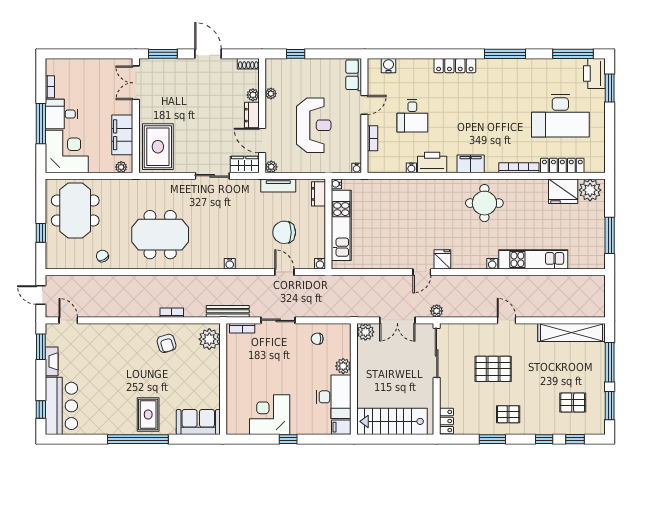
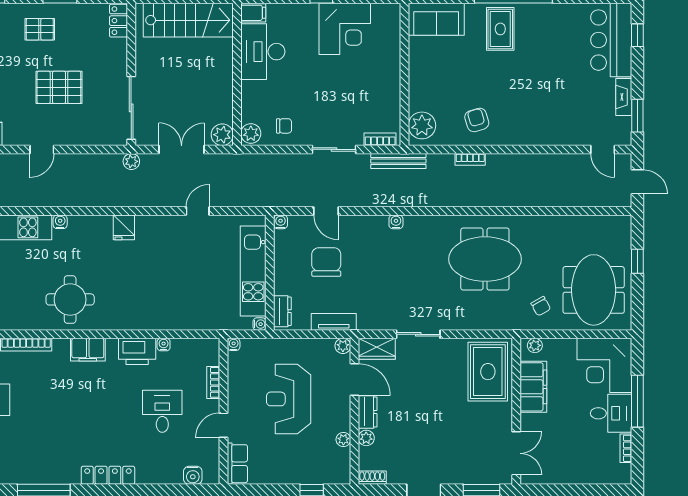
chair: (284, 232) -> (326, 262), turned -90
chair: (102, 256) -> (541, 306), moved
door: (422, 272) -> (198, 211), moved
door: (506, 320) -> (42, 149), hinge flipped
plant: (343, 366) -> (251, 133), moved

